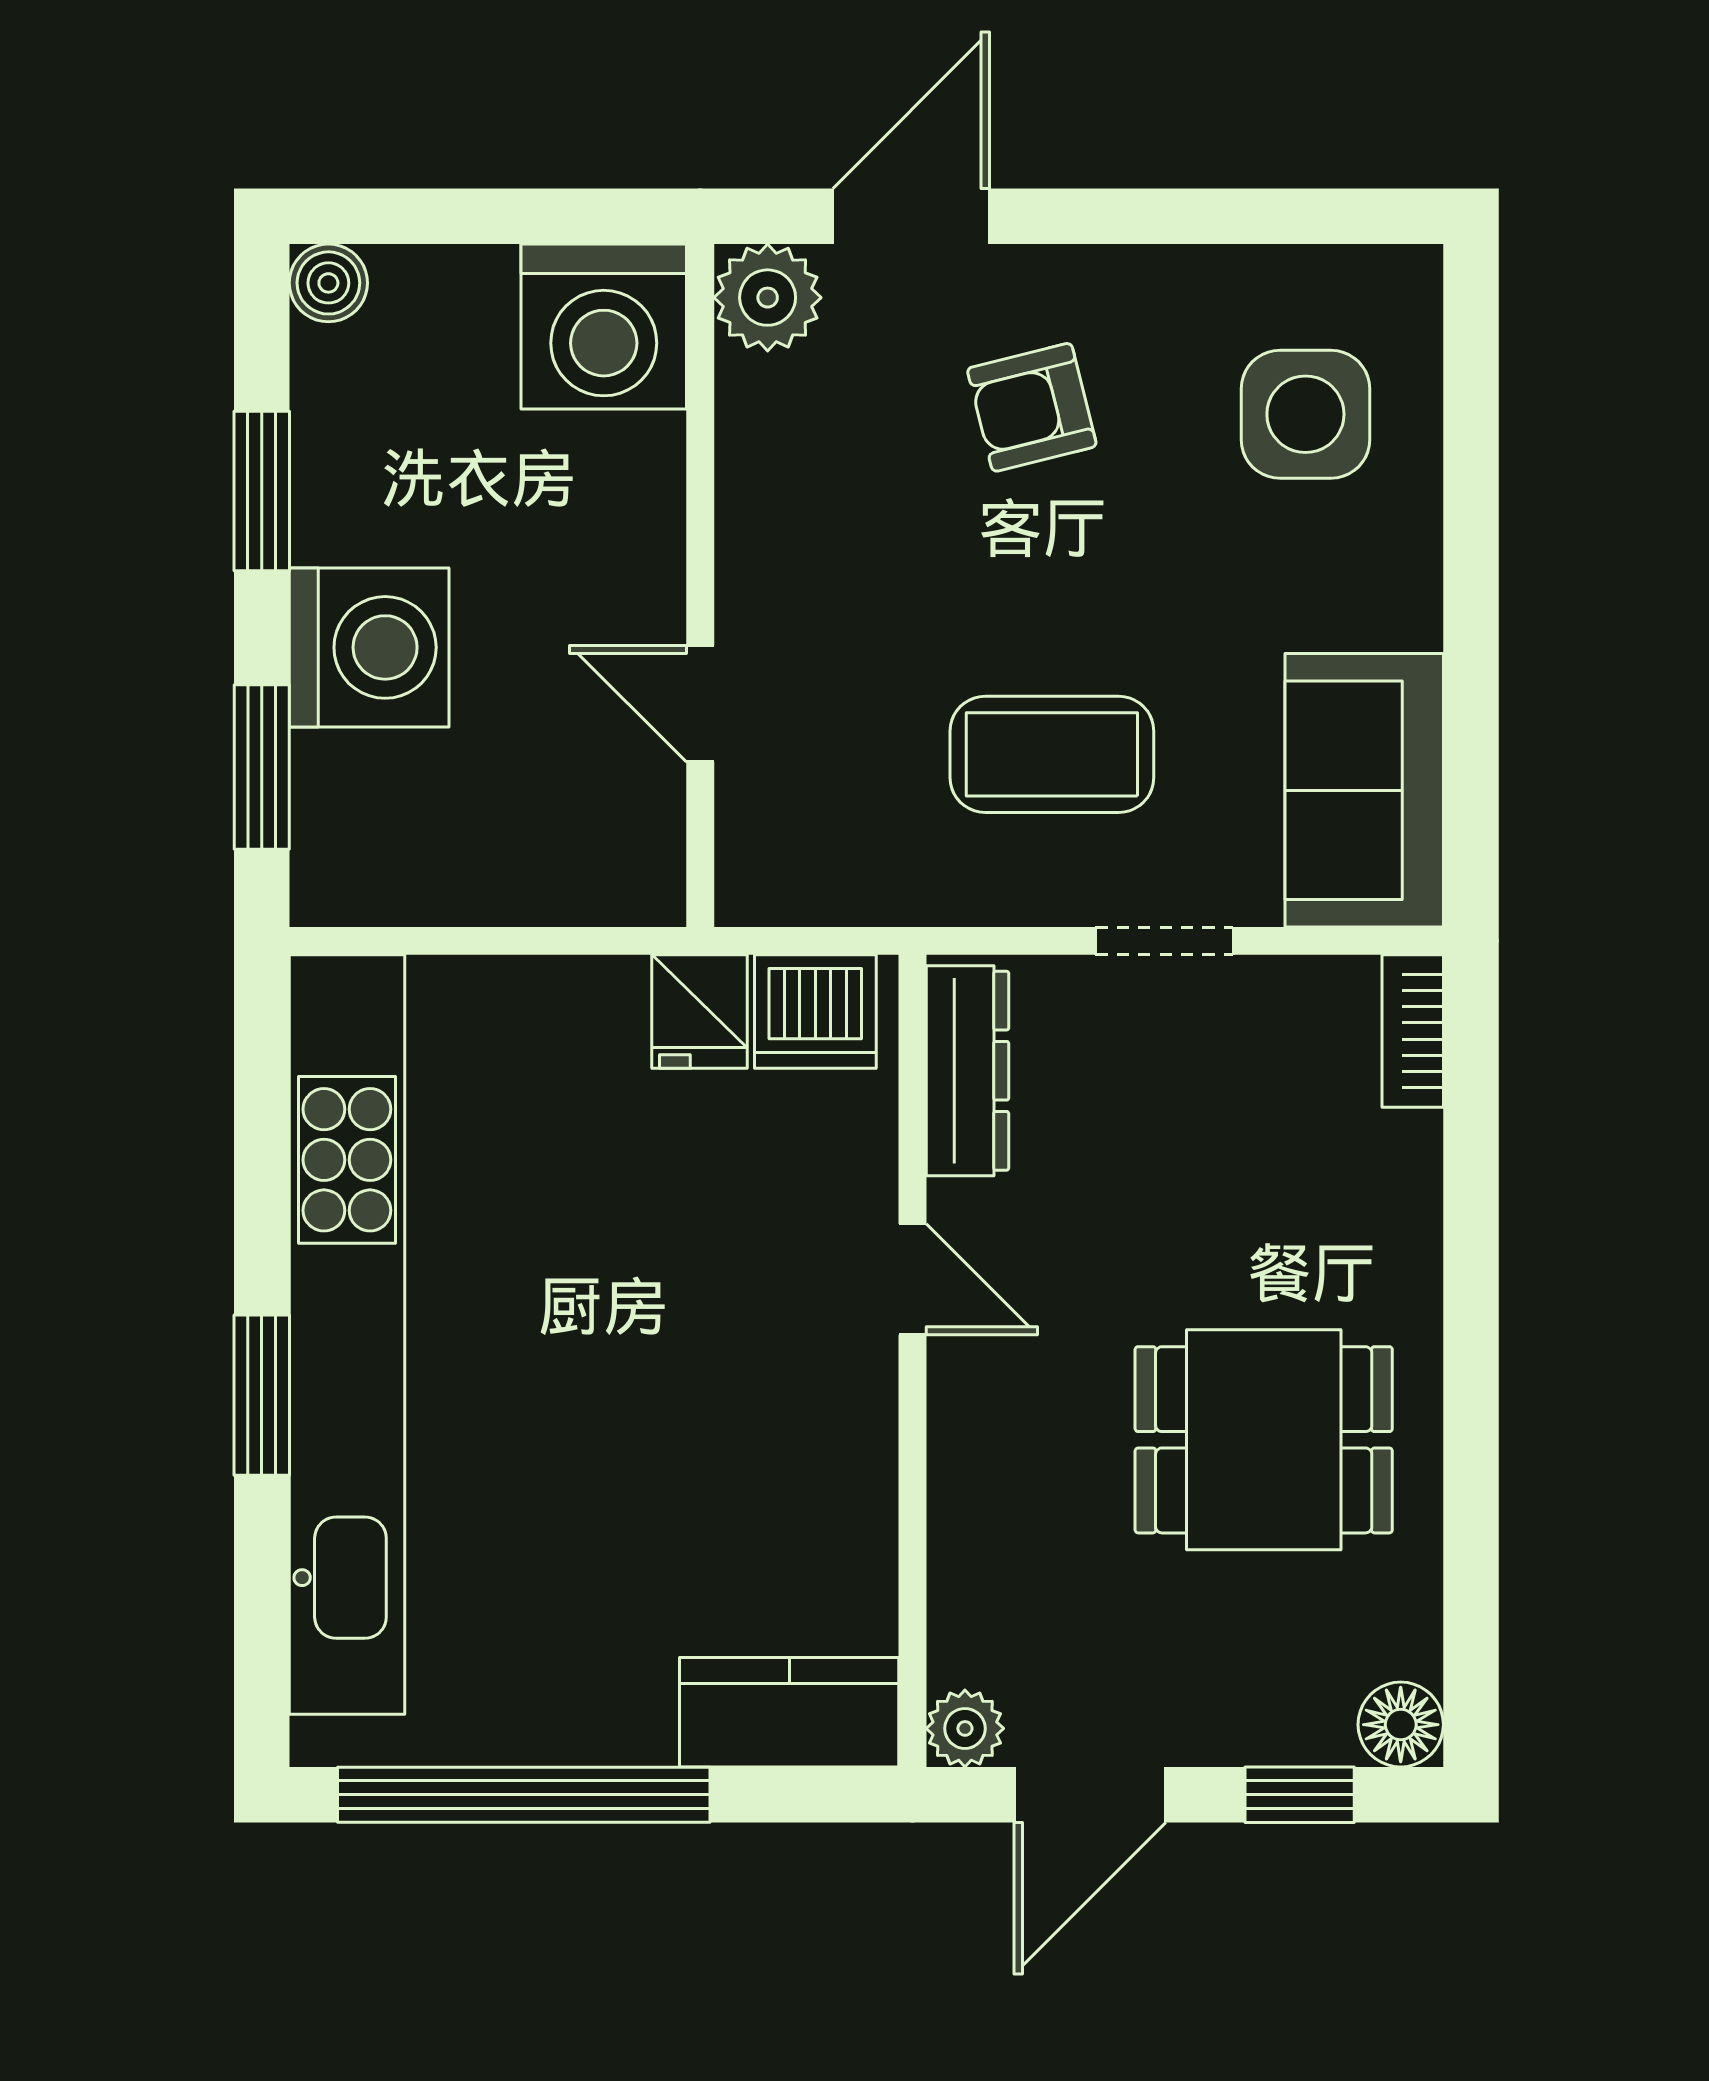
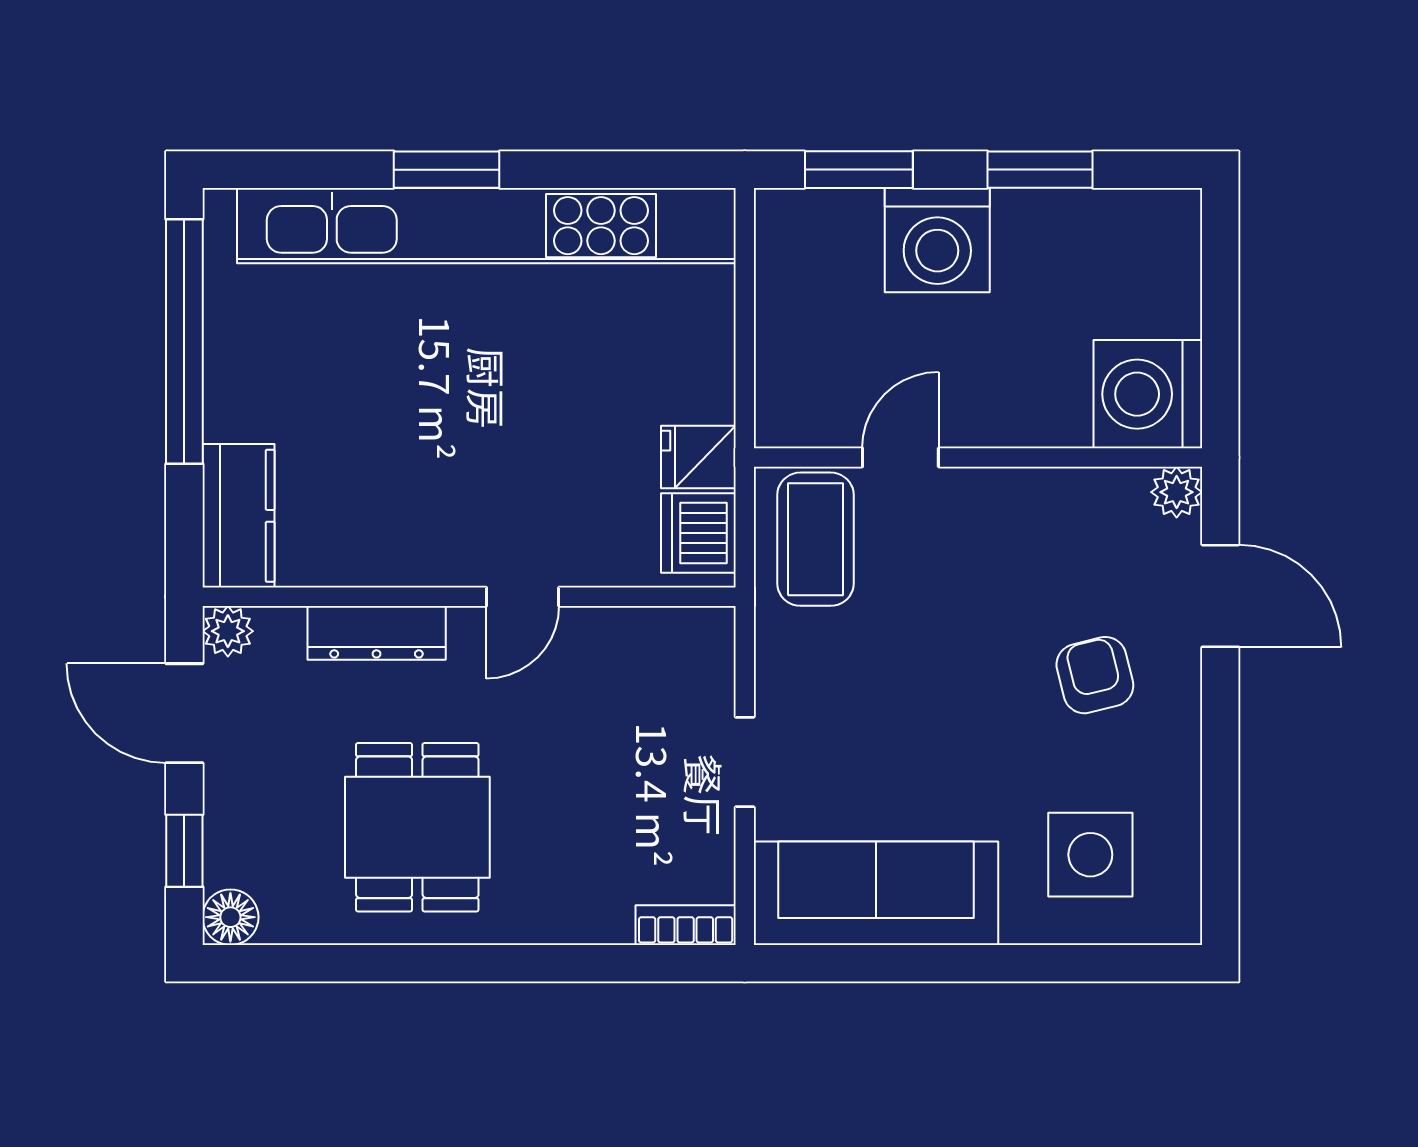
boiler: (328, 283) -> (1177, 213), removed
plant: (768, 298) -> (1177, 492), width x0.73, depth x0.73
coffee table: (1052, 754) -> (816, 539), moved
sofa: (1364, 790) -> (876, 893), width x1.36
dresser: (967, 1071) -> (377, 633), moved

